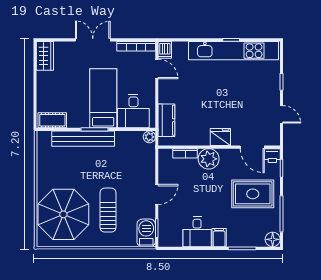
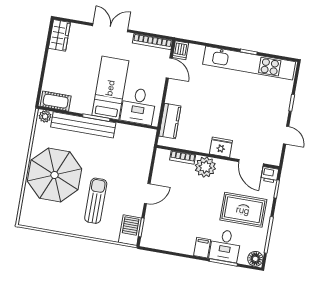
plant: (149, 137) -> (45, 116), moved
parasol: (63, 214) -> (55, 175), moved
desk: (197, 232) -> (225, 246), moved

